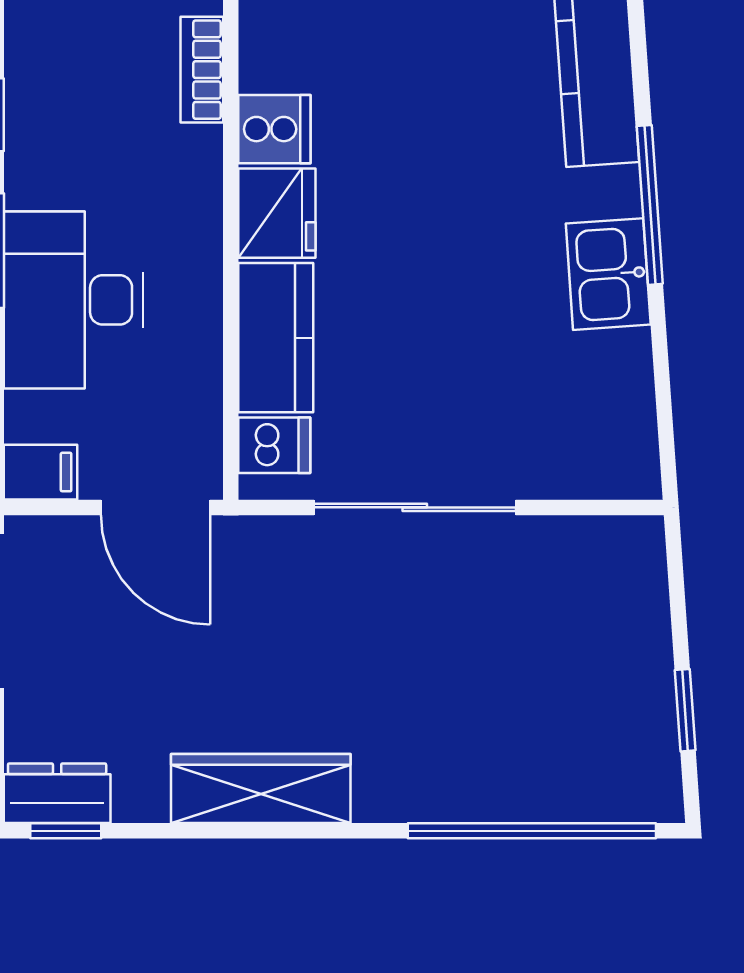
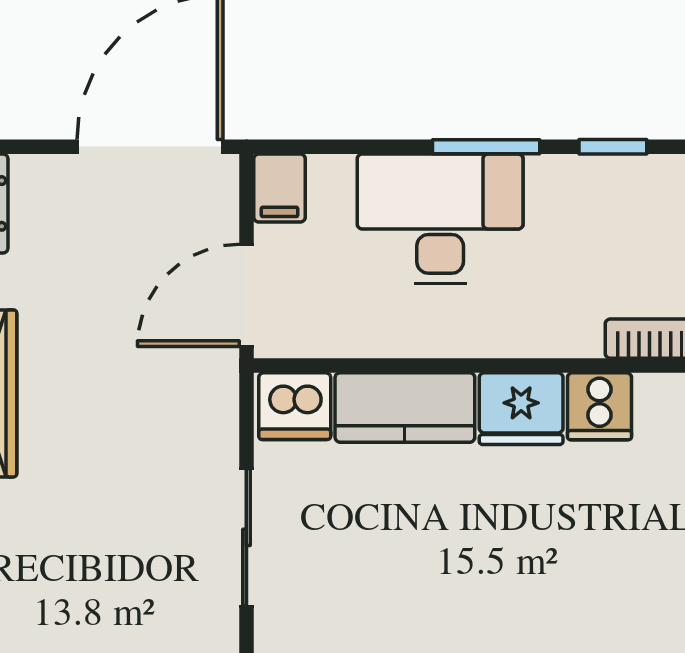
dishwasher: (274, 445) -> (295, 406), width x1.38
sliding door: (415, 507) -> (246, 537), width x0.73

